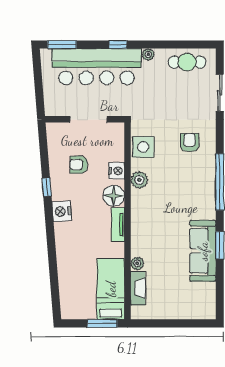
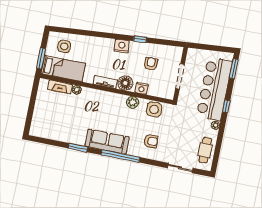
sofa: (203, 251) -> (107, 142), moved
side table: (79, 294) -> (64, 46), added

